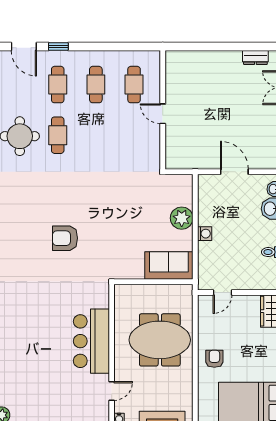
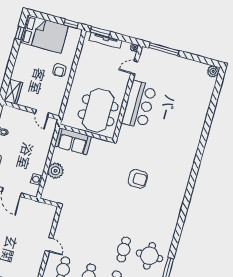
washing machine: (205, 234) -> (37, 180), moved
door: (222, 293) -> (42, 113), swing flipped
meeting table: (160, 340) -> (98, 110), moved, turned 90

